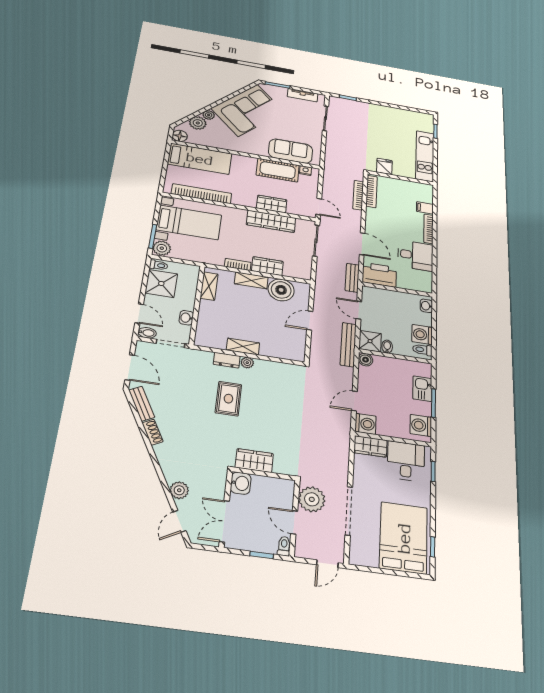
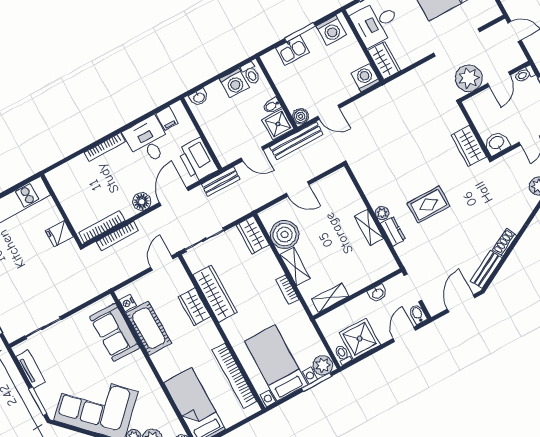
filing cabinet: (425, 208) -> (167, 118), moved
floor lamp: (373, 224) -> (142, 202), added
wardrobe: (267, 266) -> (253, 235), moved
door: (359, 310) -> (252, 154), hinge flipped
door: (354, 401) -> (329, 112), moved

